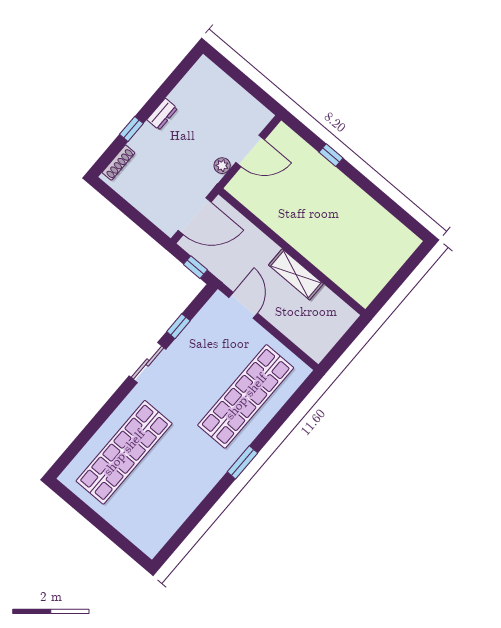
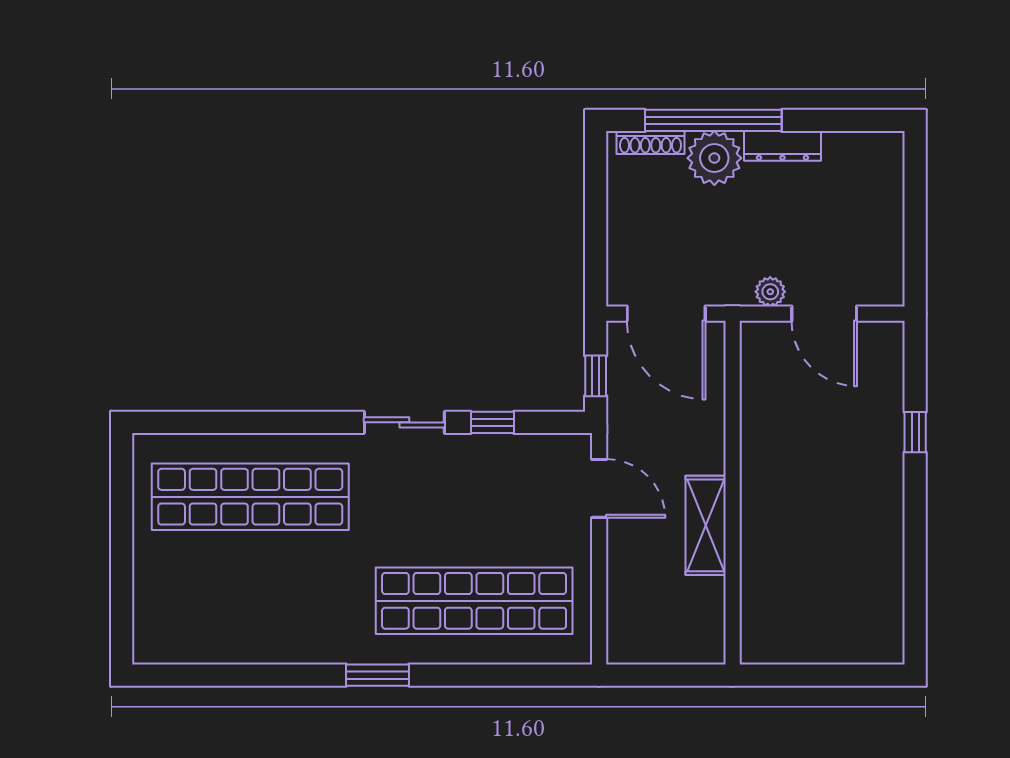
dresser: (162, 114) -> (782, 146), width x1.44
window: (131, 129) -> (713, 120), width x3.17
plant: (147, 142) -> (714, 158), added
door: (243, 305) -> (599, 488), hinge flipped

